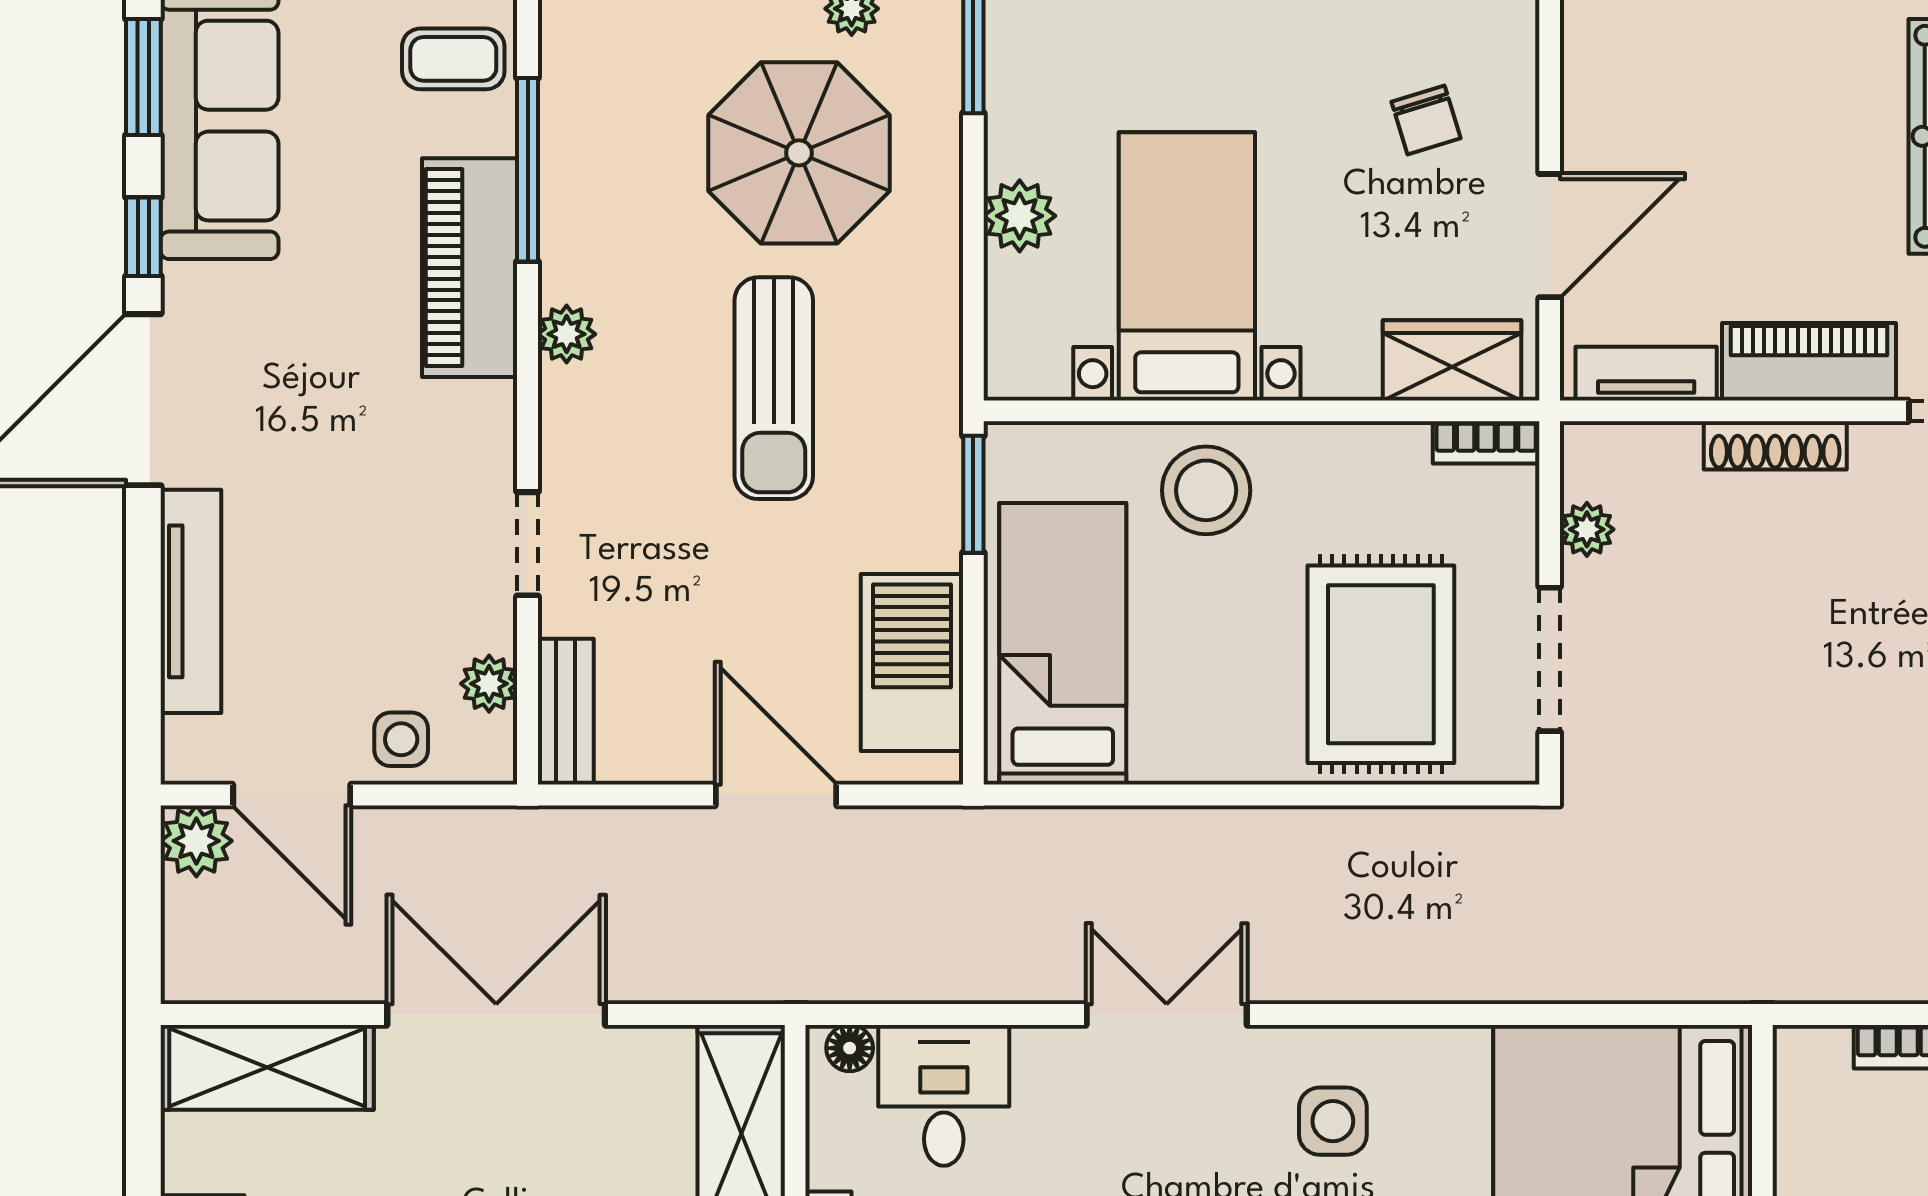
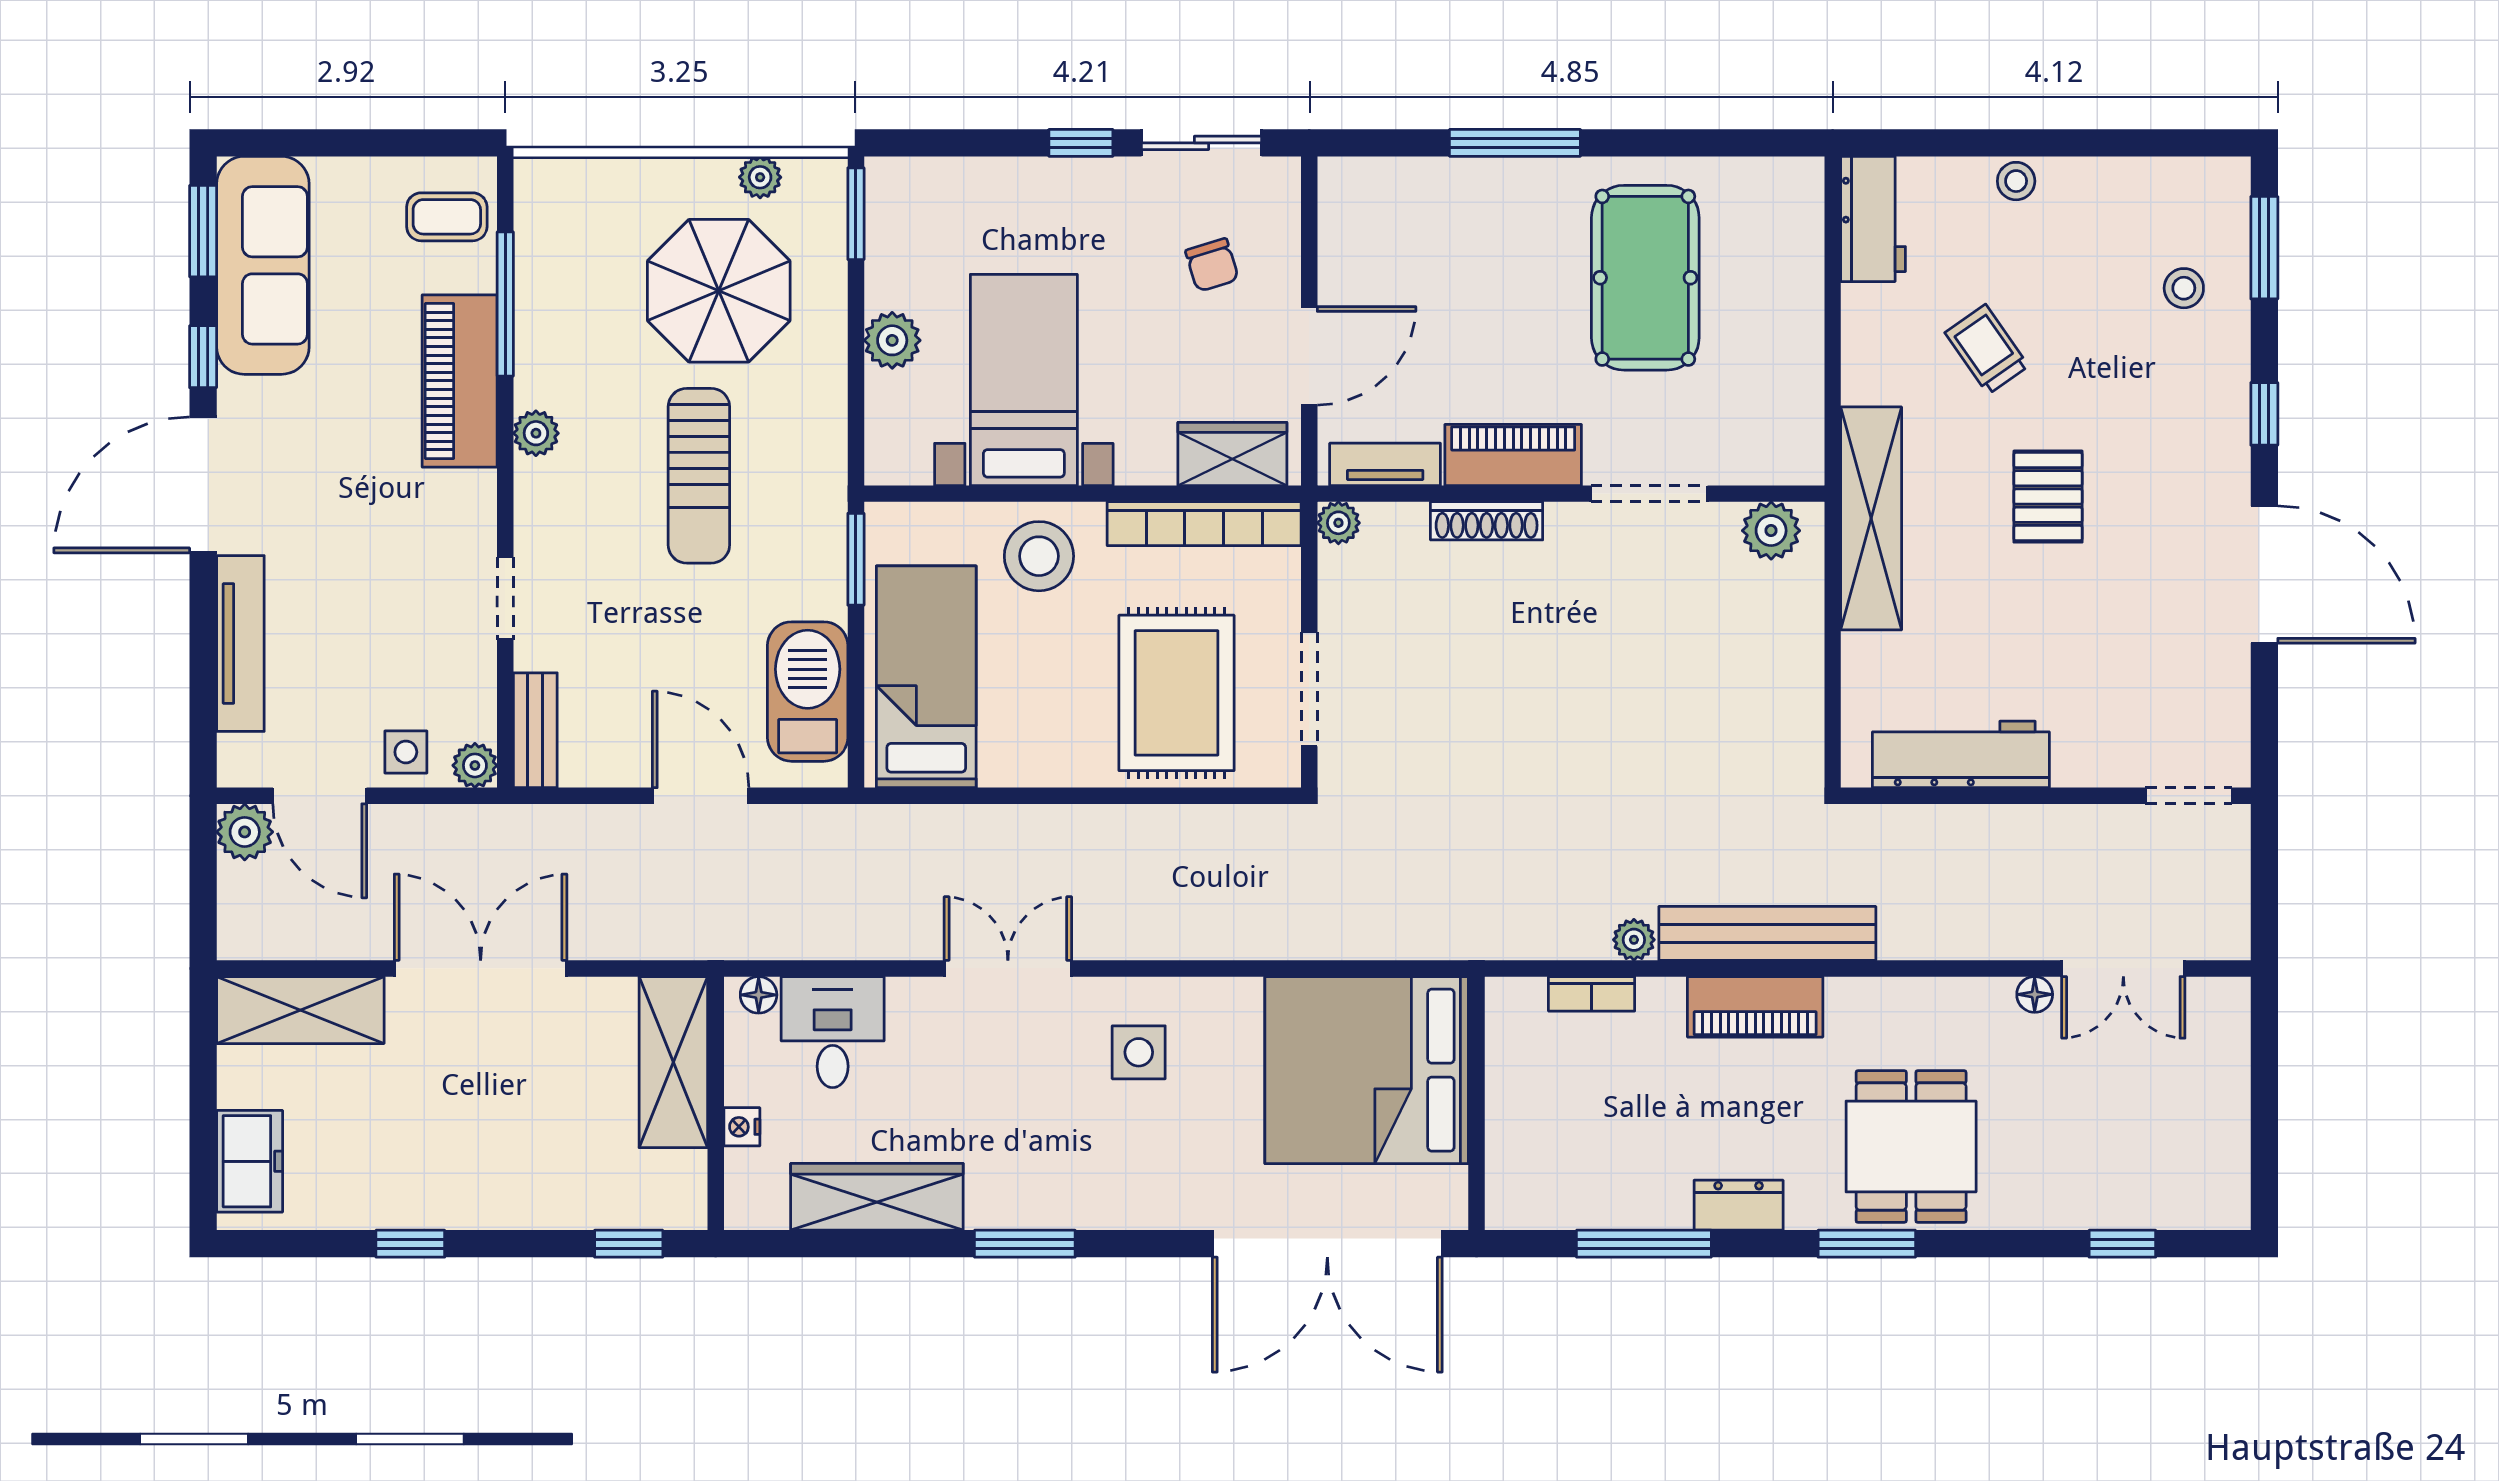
bookcase: (1486, 442) -> (1204, 524), width x2.31, depth x1.31
plant: (1587, 529) -> (1338, 523), moved
plant: (489, 684) -> (475, 765), moved

